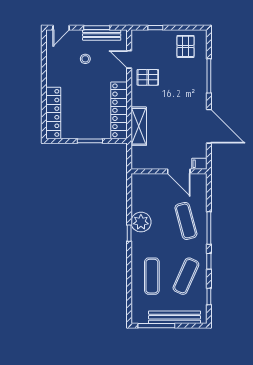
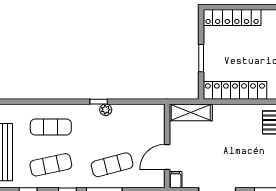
shelving: (139, 126) -> (191, 112), moved
plant: (141, 222) -> (106, 110), width x0.53, depth x0.53
exercise mat: (186, 276) -> (51, 165), turned -36

